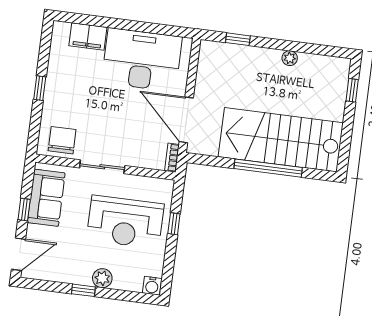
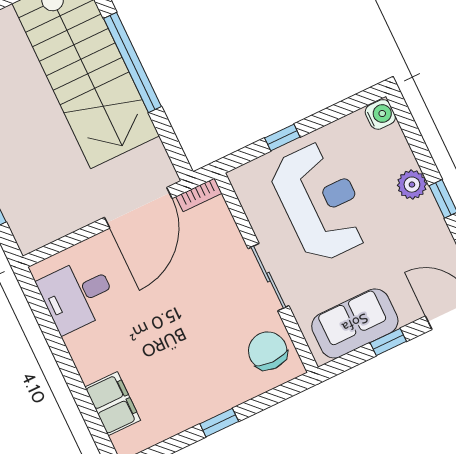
desk: (142, 60) -> (77, 295), width x0.53, depth x0.77
chair: (62, 140) -> (268, 351), turned 90

